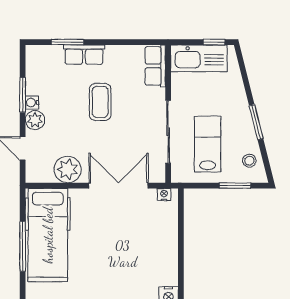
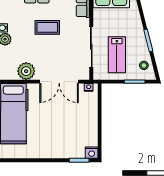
coffee table: (100, 102) -> (47, 27), turned 90
lab bench: (208, 144) -> (117, 55), turned 180
double door: (119, 186) -> (59, 82), swing flipped

